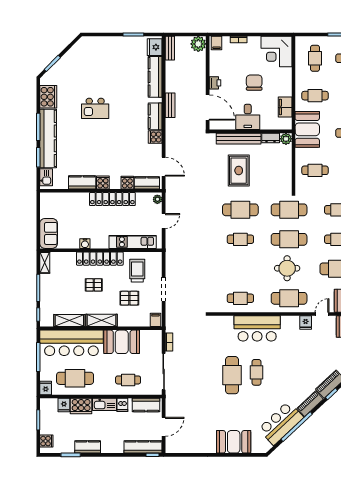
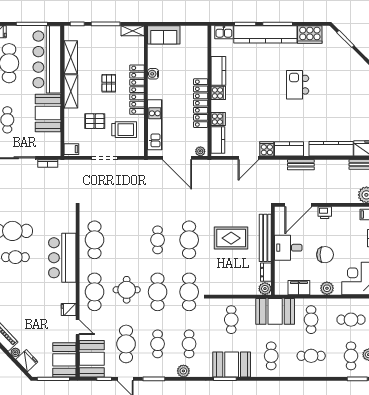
plant: (286, 81) -> (327, 288), added
door: (164, 167) -> (248, 158), moved
door: (164, 221) -> (177, 158), width x1.87
pallet: (129, 298) -> (95, 121), turned 90
cafe table: (240, 298) -> (95, 240), width x1.37, depth x1.35

